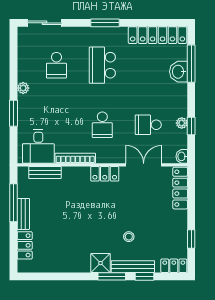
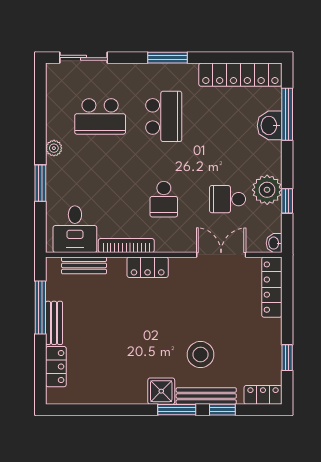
school desk: (56, 65) -> (100, 116), width x1.85
school desk: (102, 65) -> (164, 116), turned 180
plant: (182, 123) -> (267, 190), width x1.88, depth x1.88
locker: (105, 174) -> (148, 267), moved
stool: (129, 237) -> (201, 355), width x1.89, depth x1.89

